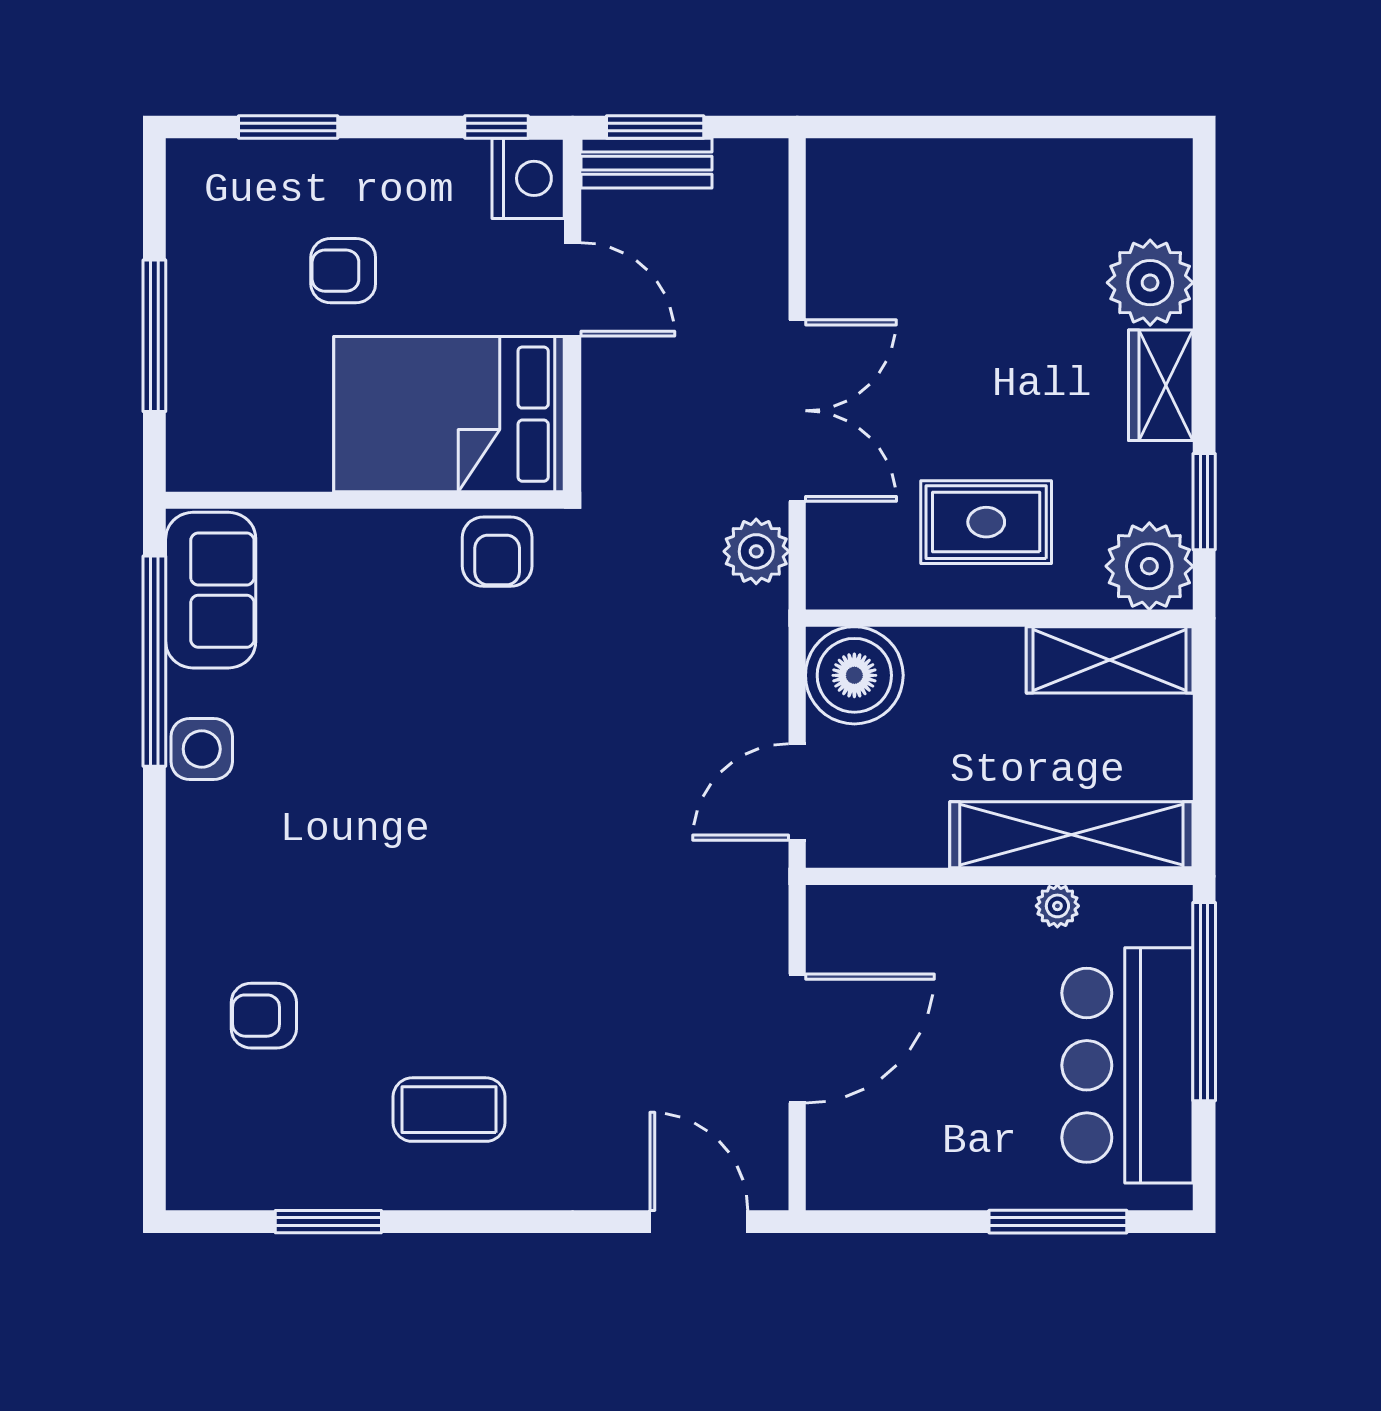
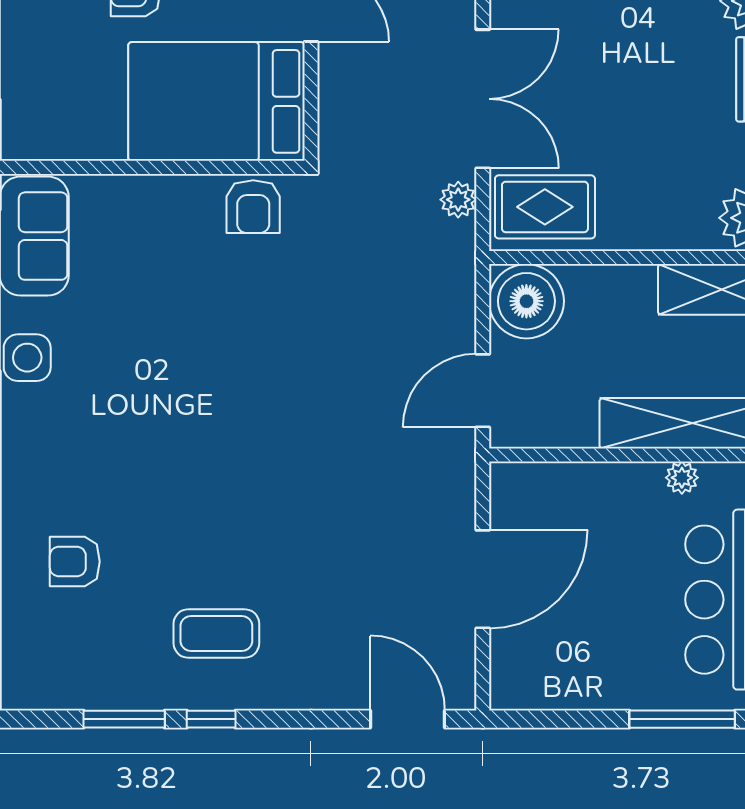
rug: (986, 522) -> (545, 207), moved
plant: (756, 551) -> (458, 200), width x0.73, depth x0.73
window: (442, 1222) -> (211, 719), added

